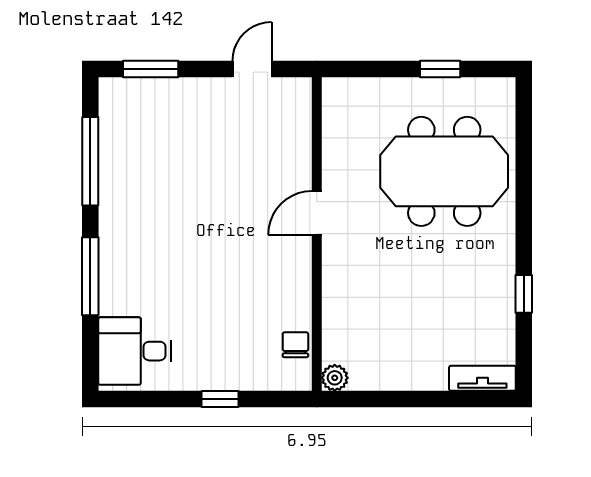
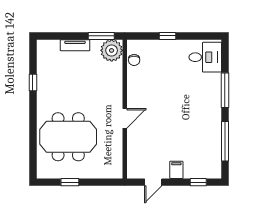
window: (151, 69) -> (198, 182), width x0.67
filing cabinet: (200, 97) -> (176, 170), added
plant: (335, 378) -> (112, 50), width x1.87, depth x1.87
tv unit: (482, 378) -> (75, 45), moved
window: (370, 399) -> (101, 36), added

